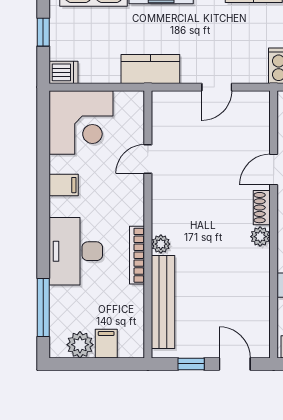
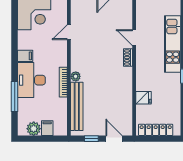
door: (274, 169) -> (134, 38), hinge flipped
filing cabinet: (64, 185) -> (25, 56), moved
plant: (260, 237) -> (127, 72), removed
window: (43, 307) -> (15, 96), moved

